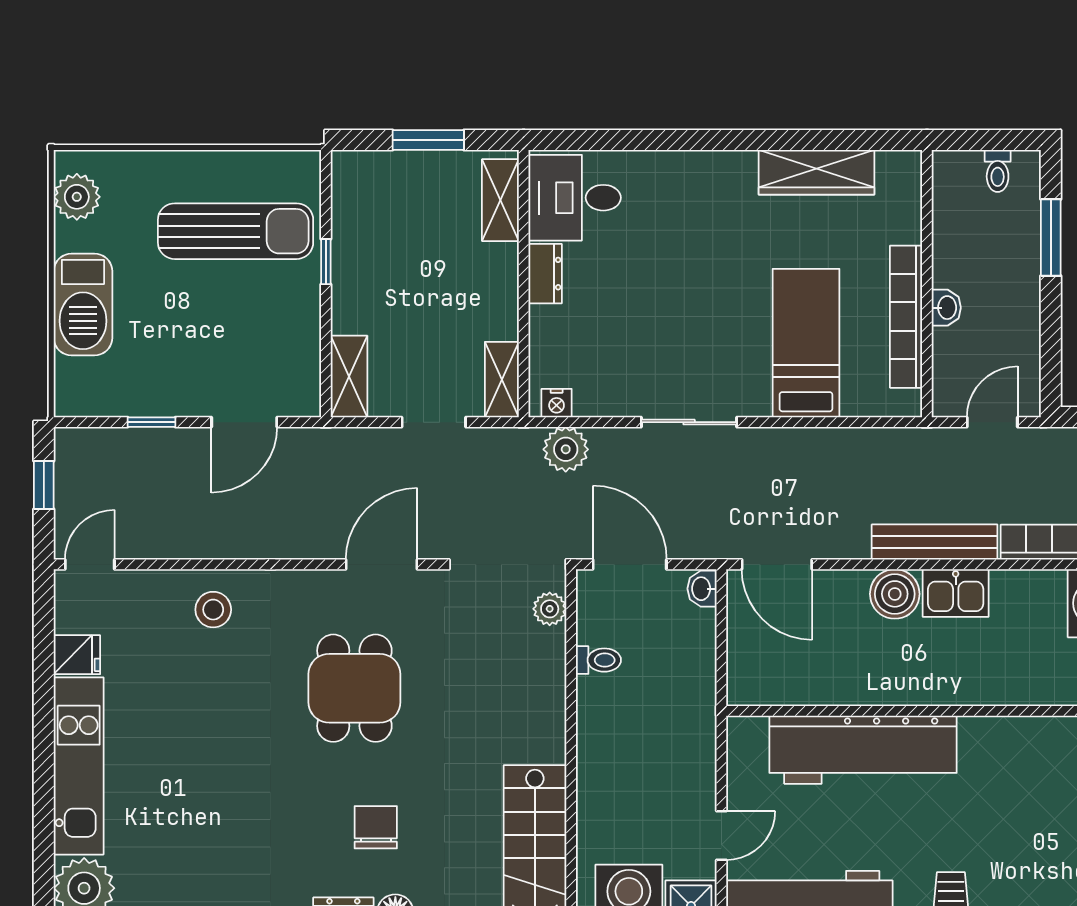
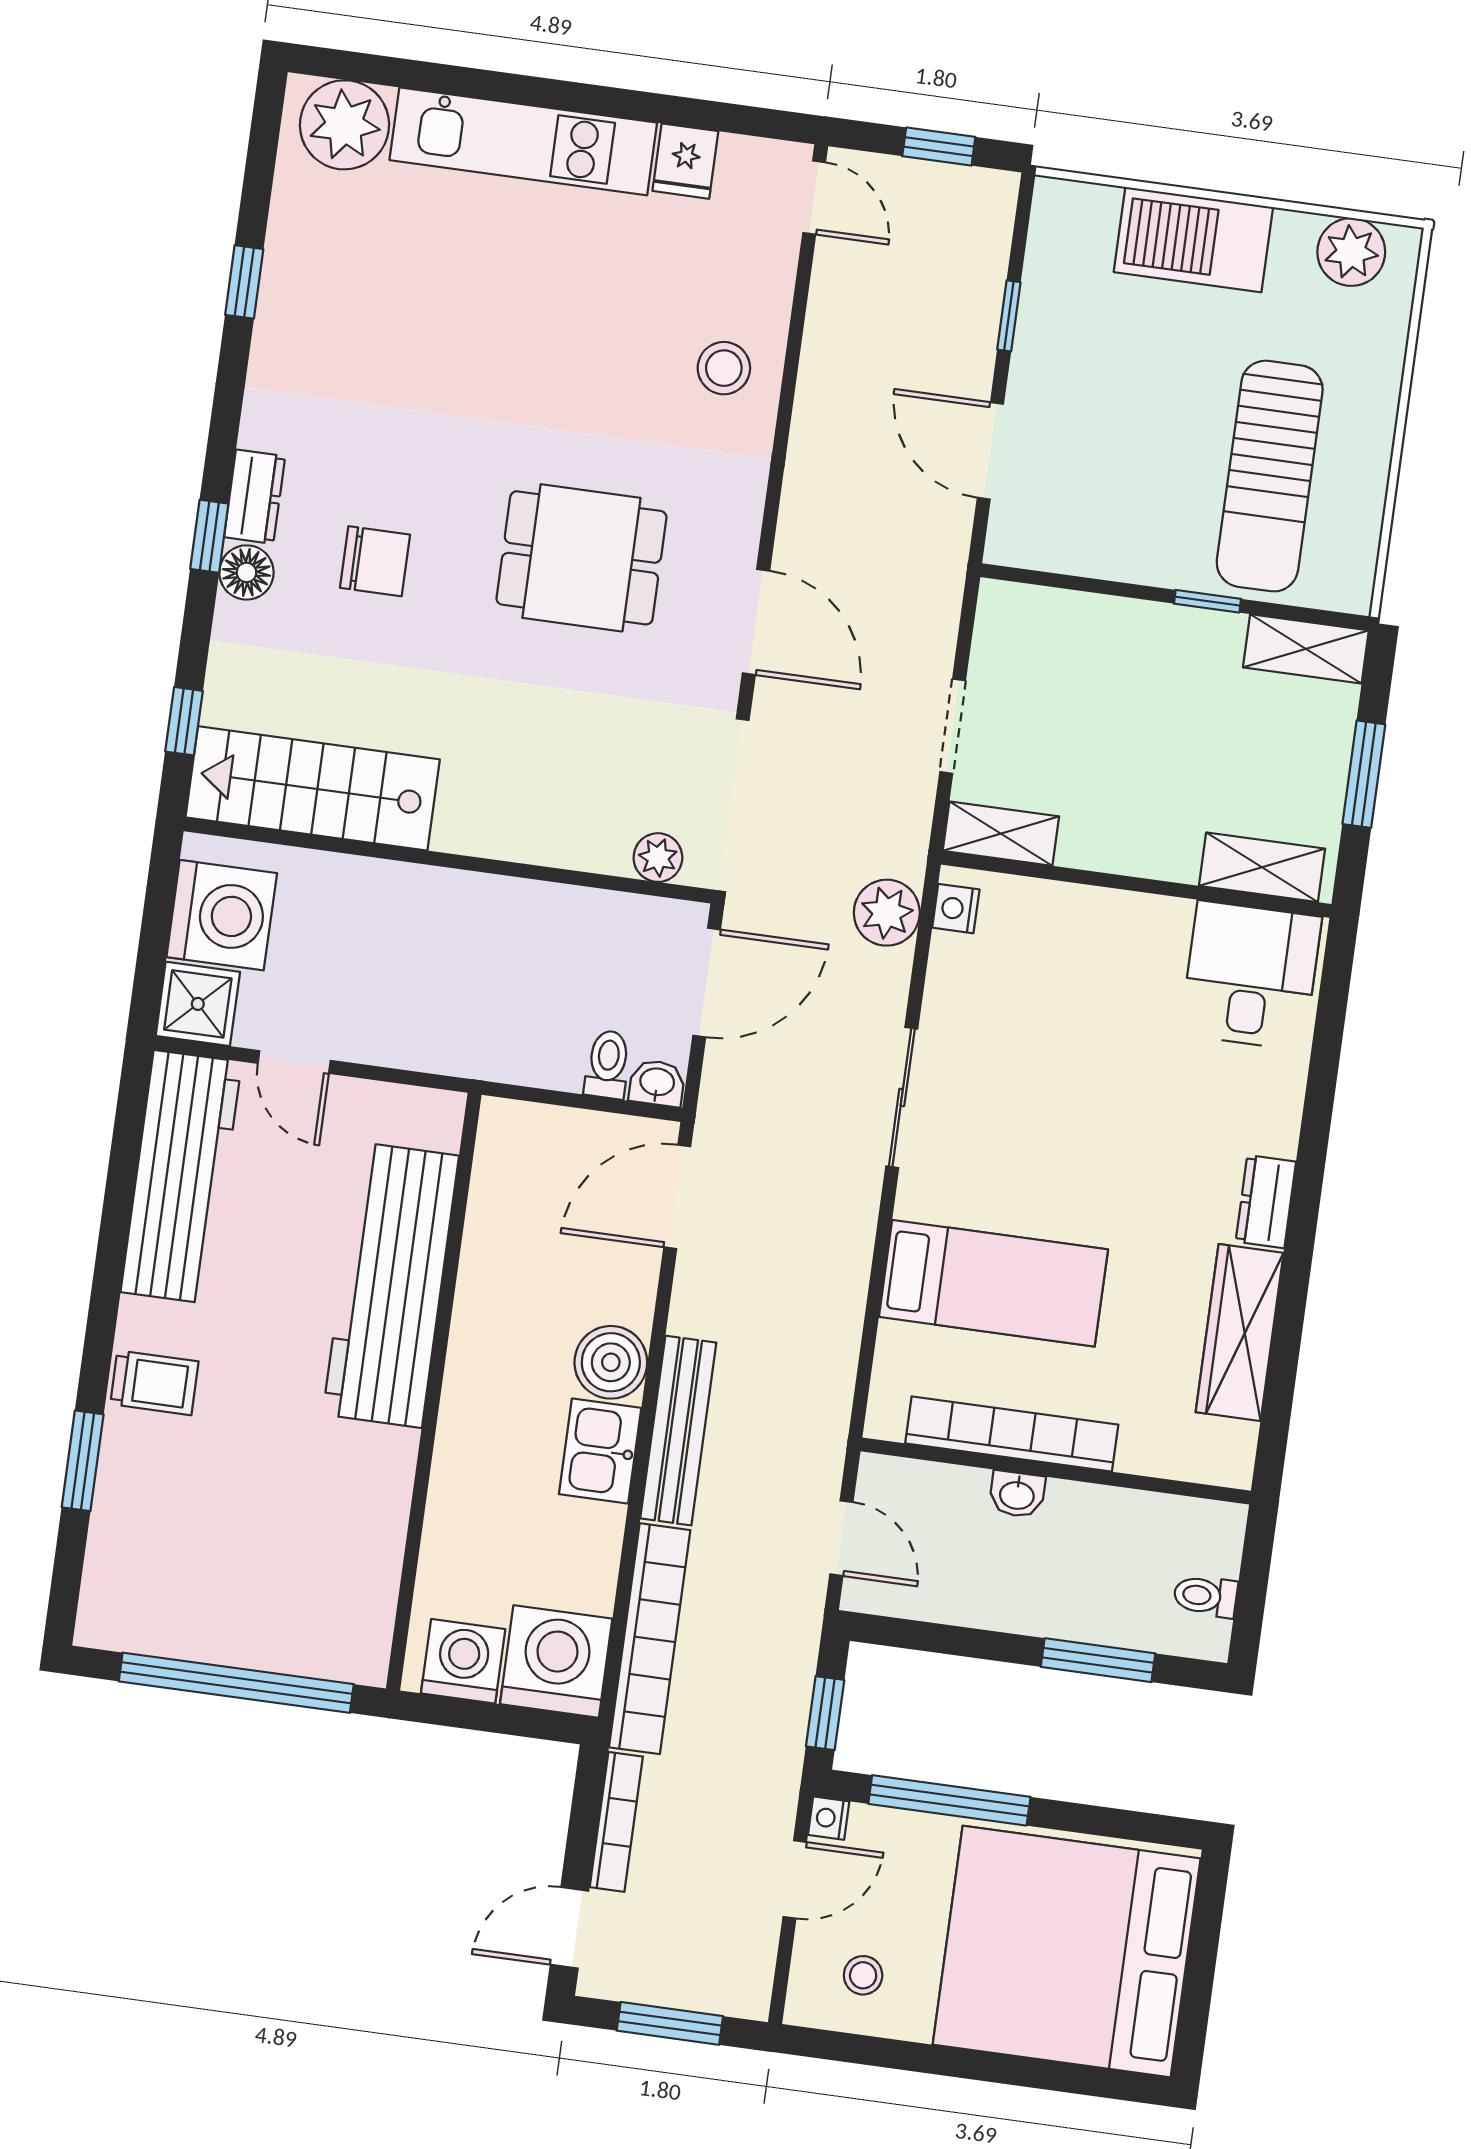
dresser: (545, 274) -> (1266, 1202), moved, turned 90
shelving: (349, 376) -> (1306, 649), moved
toilet: (598, 660) -> (608, 1064), moved, turned 180

